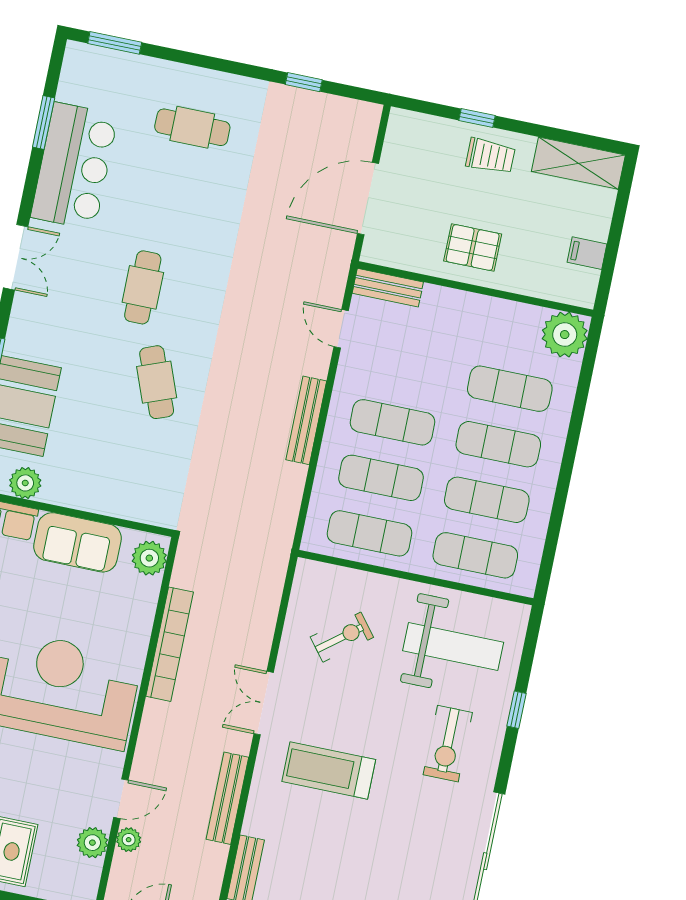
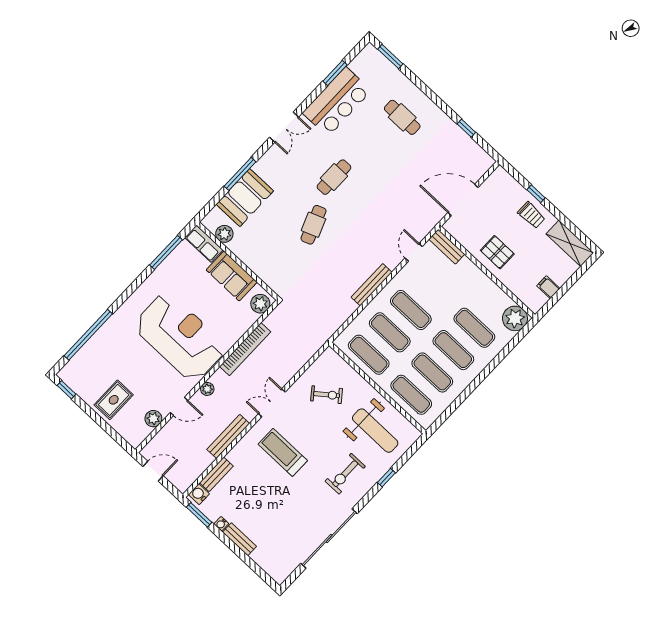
plant: (129, 840) -> (207, 389), moved

